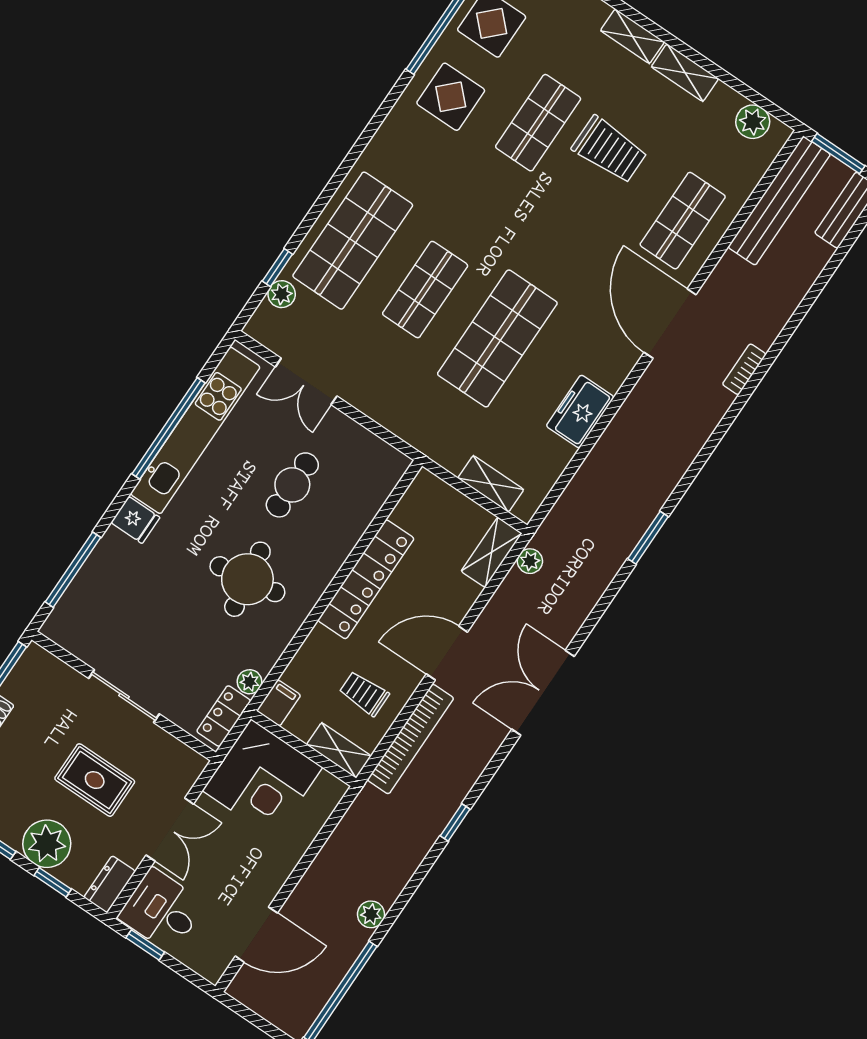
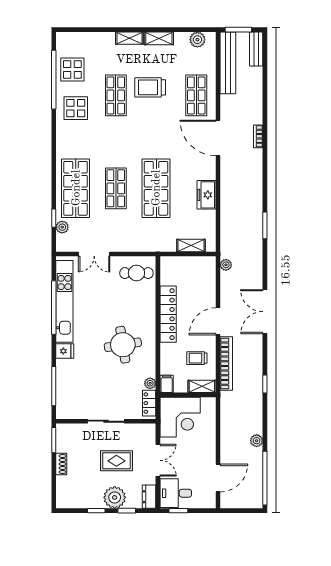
trolley: (610, 150) -> (150, 87), turned 180
cafe table: (292, 485) -> (136, 273), moved, turned 90
shelving: (492, 552) -> (209, 271), removed

